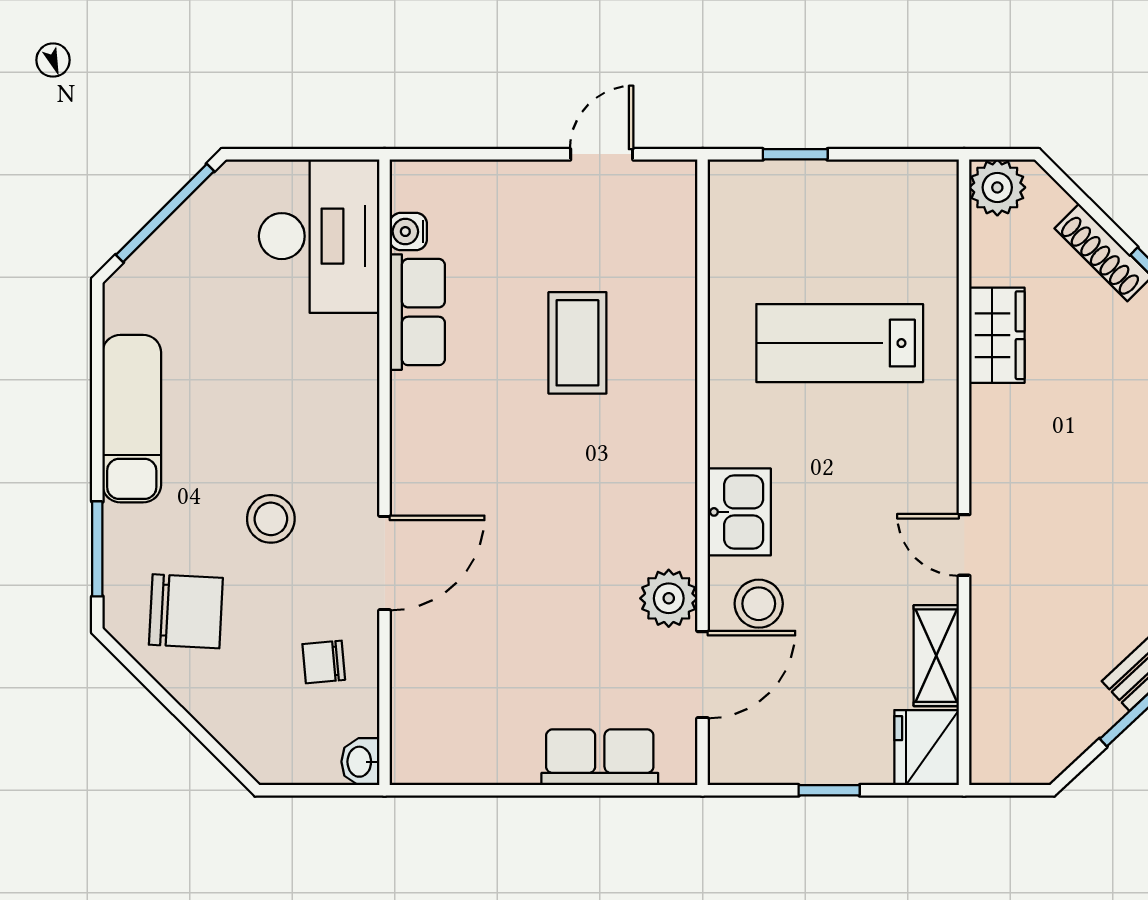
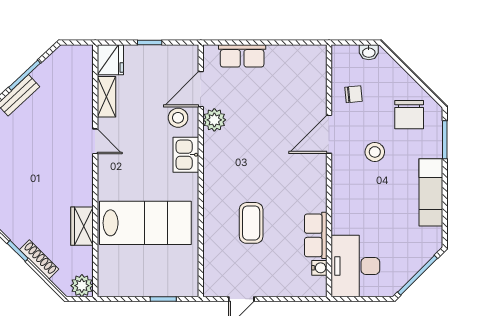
lab bench: (840, 343) -> (145, 223), width x1.36, depth x1.39
chair: (186, 611) -> (409, 115), turned -93
washbasin: (360, 762) -> (369, 52), moved, turned 90

